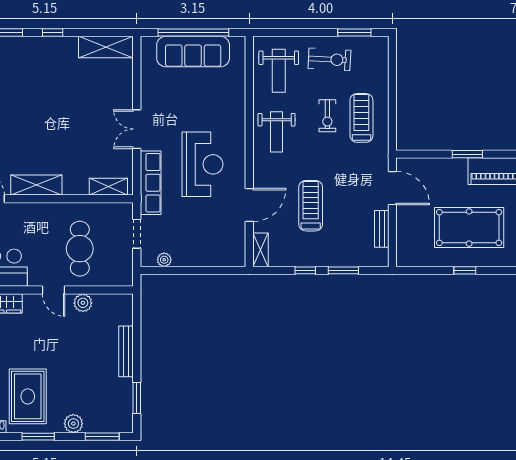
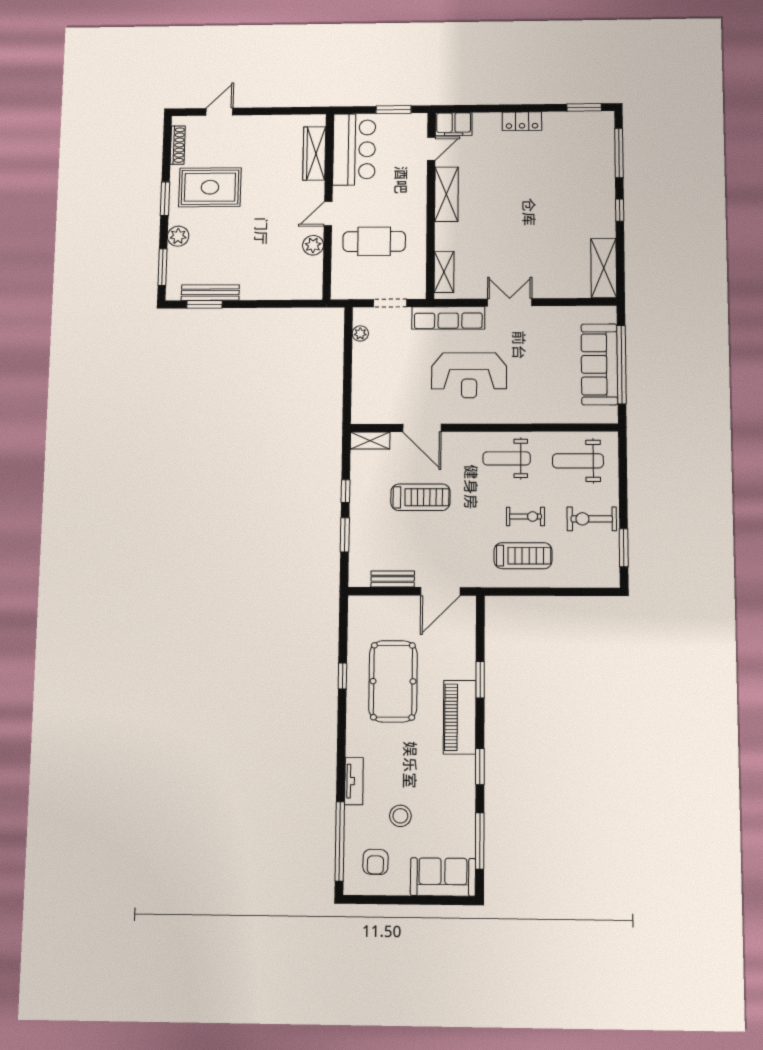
exercise bike: (329, 59) -> (592, 519), turned 87
exercise bike: (327, 116) -> (525, 516), turned 180
bench: (126, 351) -> (210, 293), moved

